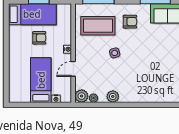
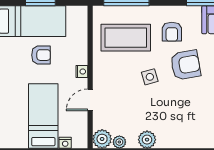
armchair: (130, 22) -> (172, 32), turned 90
armchair: (139, 45) -> (186, 65), added

